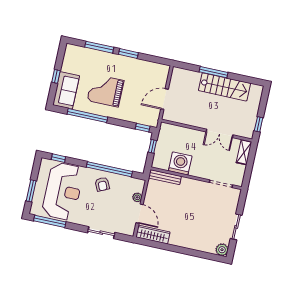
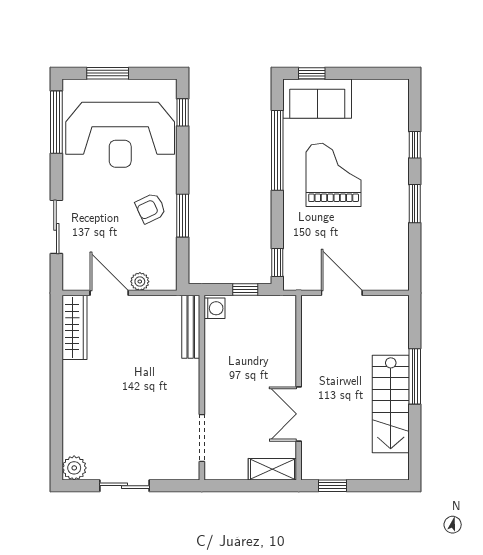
window: (99, 47) -> (415, 145), width x0.46
window: (56, 76) -> (312, 73), moved
washing machine: (180, 163) -> (214, 308), moved, width x0.53, depth x0.53
window: (109, 169) -> (183, 216), width x0.47
door: (140, 214) -> (109, 293), swing flipped

